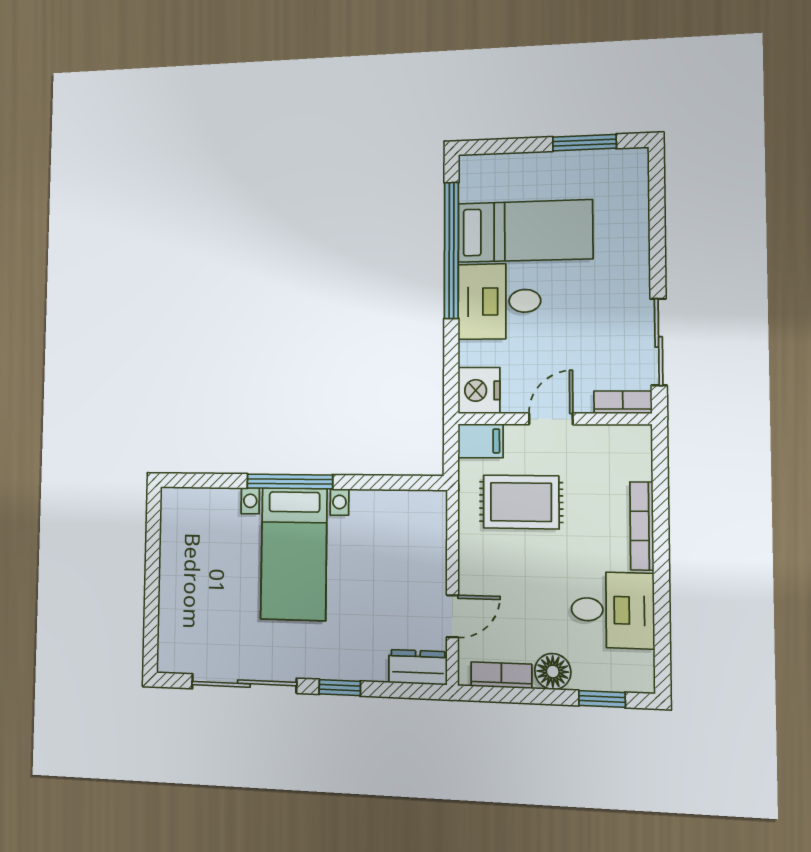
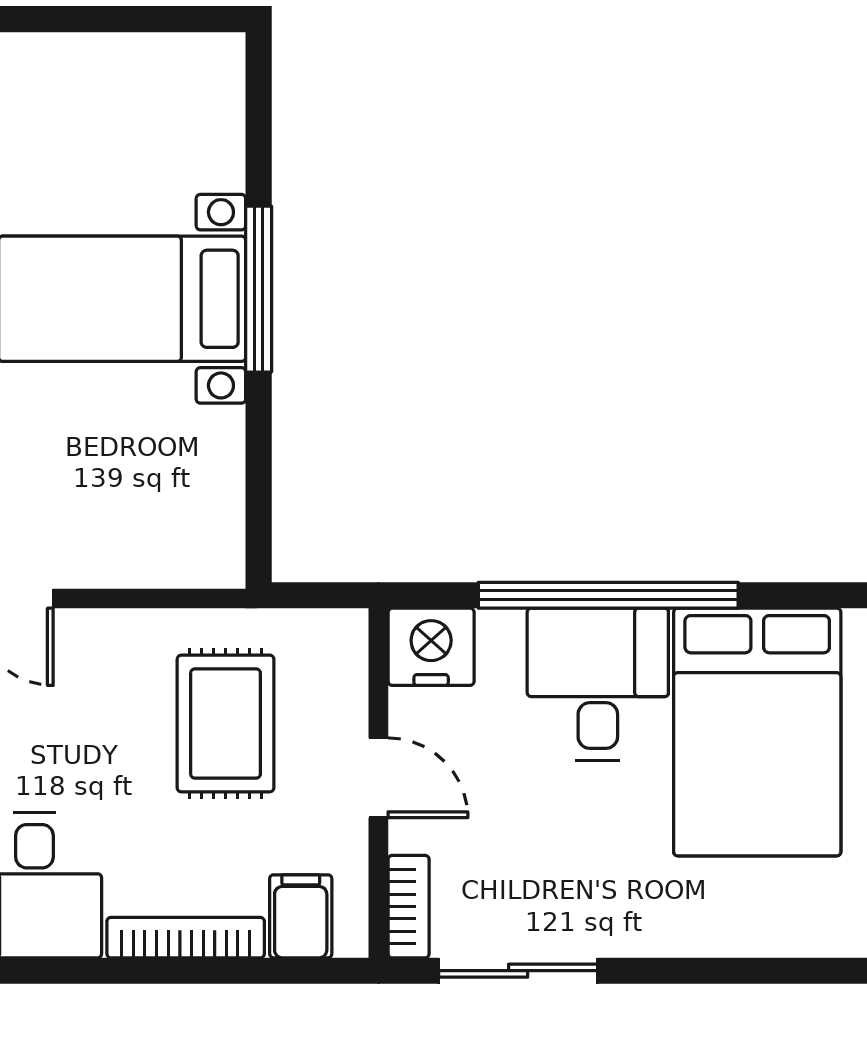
bed: (525, 231) -> (757, 732), width x1.50
window: (451, 250) -> (608, 595), moved
filing cabinet: (481, 441) -> (301, 916), moved, turned 180

